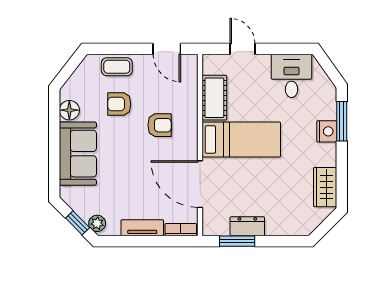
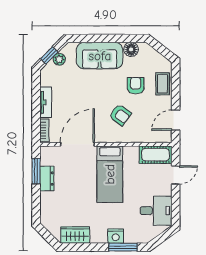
cot: (214, 98) -> (156, 155), moved
armchair: (160, 125) -> (120, 115), turned -54
plant: (97, 223) -> (59, 59), moved

